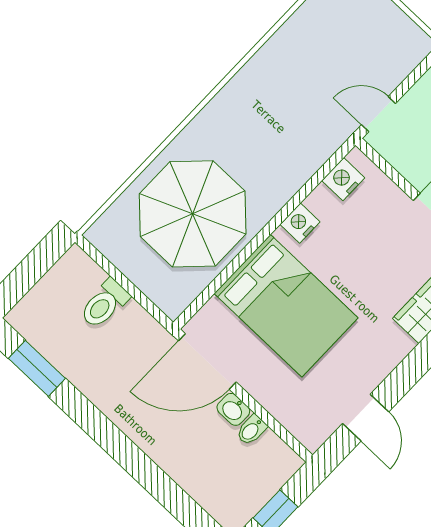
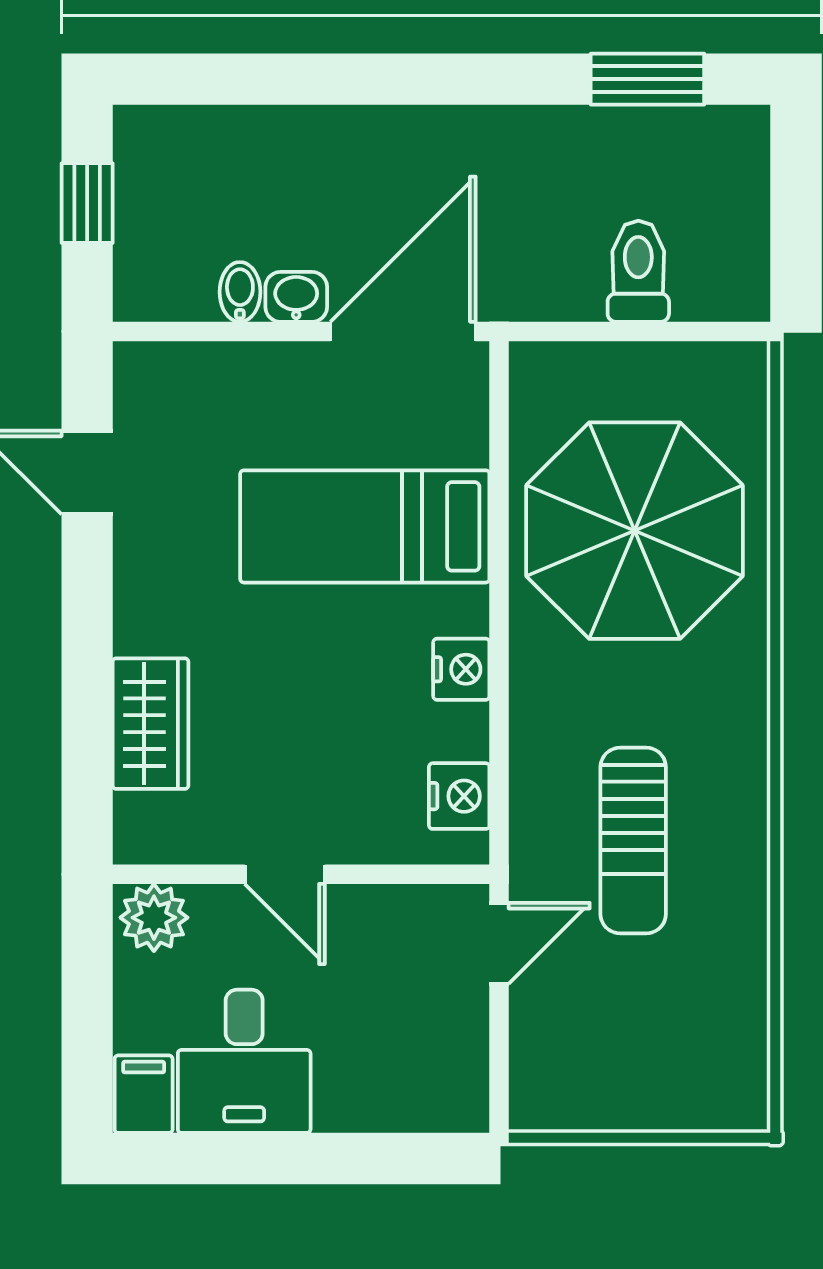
sun lounger: (297, 105) -> (633, 841), added
bed: (286, 306) -> (365, 526), width x0.67

